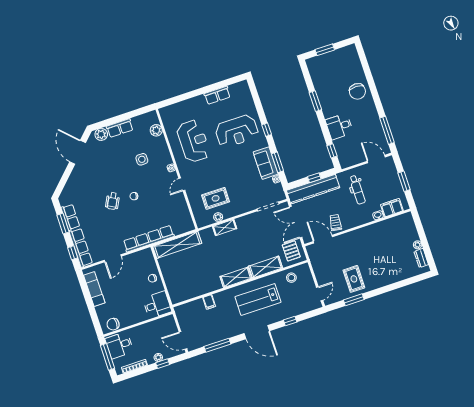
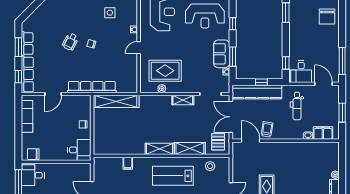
desk: (339, 126) -> (301, 72), moved, turned -90
rug: (216, 198) -> (165, 71), width x1.36, depth x1.43
shelving: (225, 227) -> (183, 100), moved

